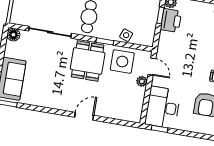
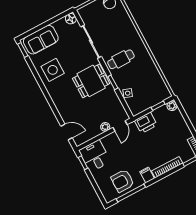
printer: (171, 20) -> (146, 123), moved
side table: (122, 61) -> (53, 70), moved
desk: (163, 107) -> (95, 156), width x0.73
door: (84, 116) -> (66, 132), moved

